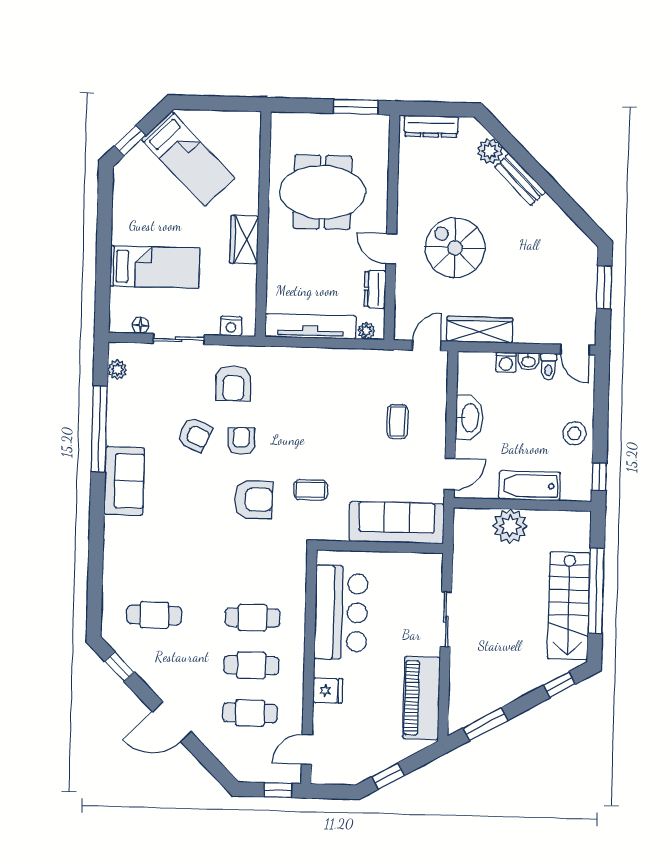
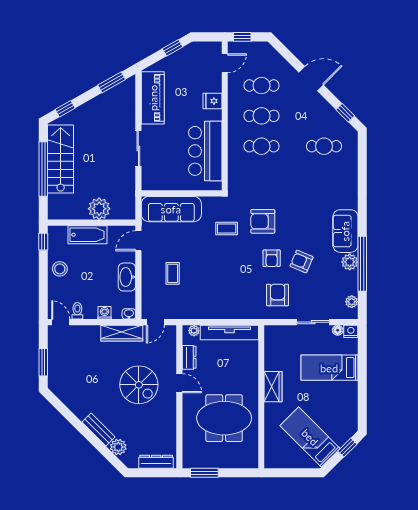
nightstand: (231, 326) -> (351, 331), moved
washbasin: (528, 361) -> (129, 314), moved
plant: (119, 432) -> (350, 262), added

